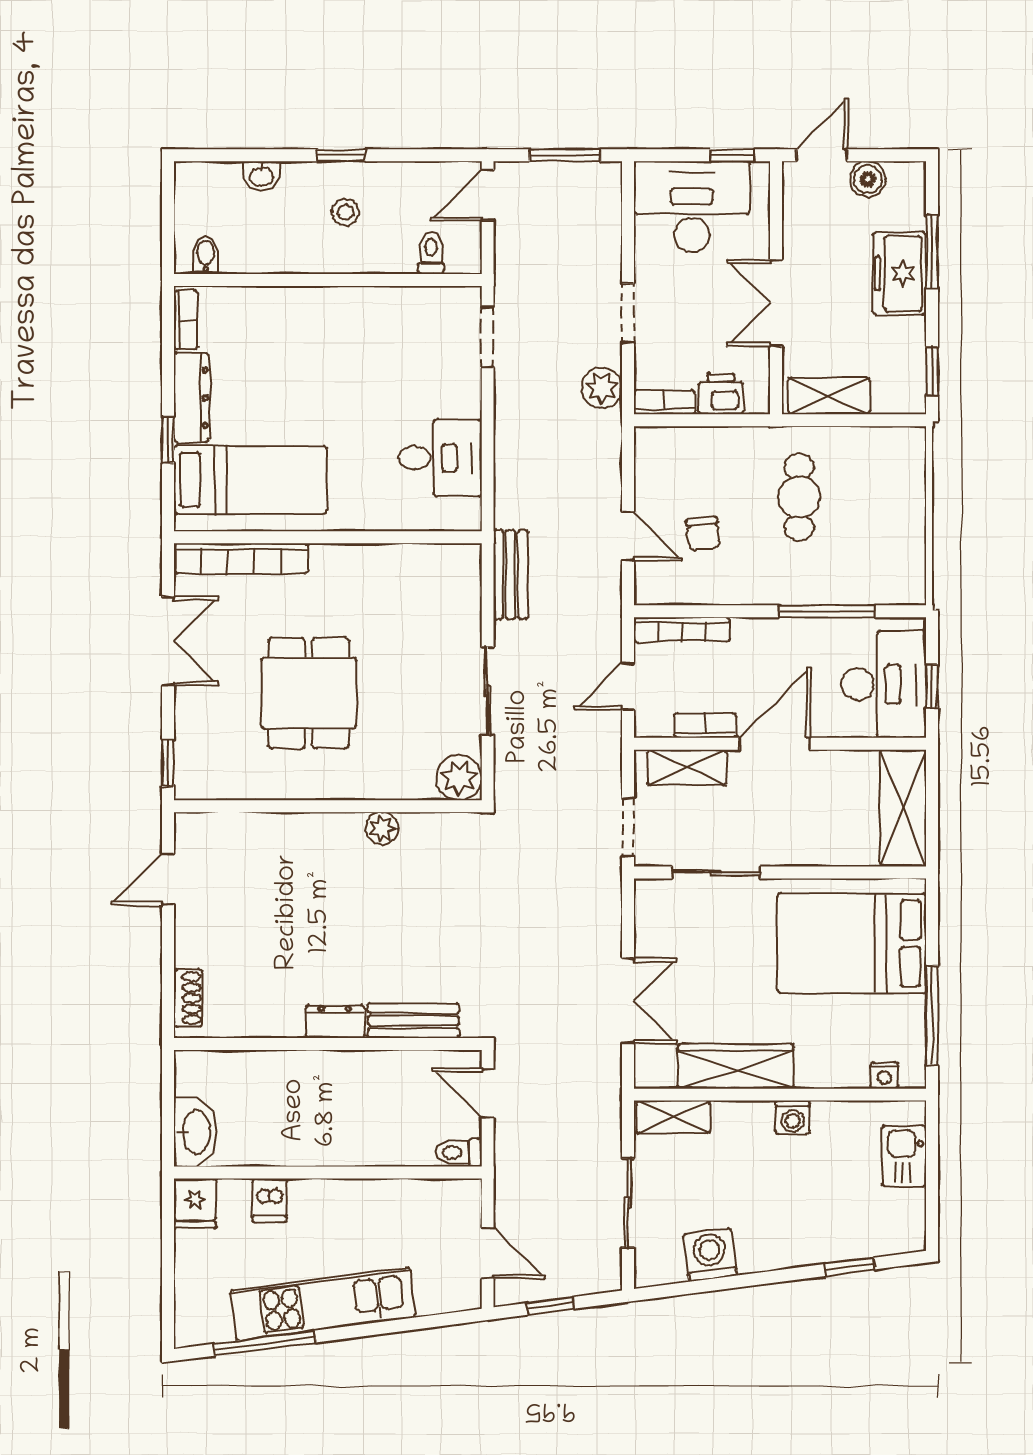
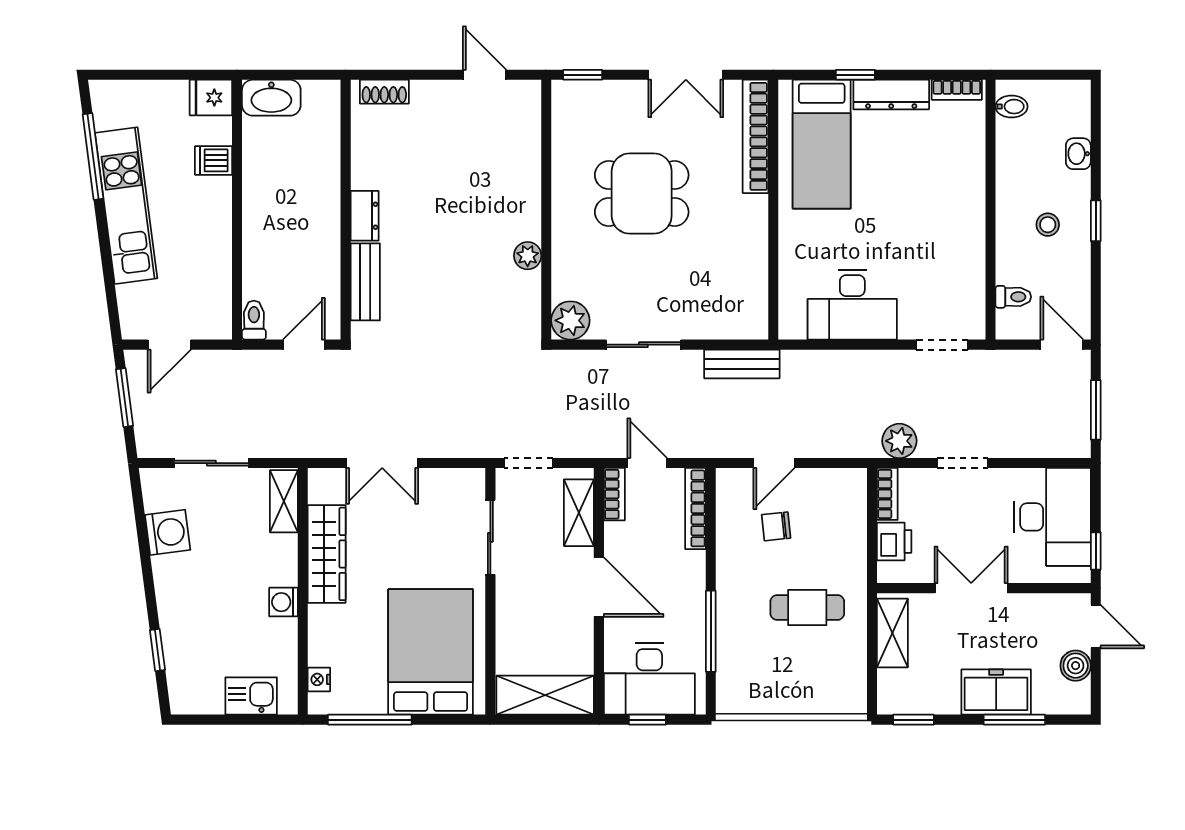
desk: (440, 458) -> (852, 305), width x1.37
bookcase: (705, 726) -> (614, 494), moved
window: (550, 1306) -> (124, 398), width x1.50

